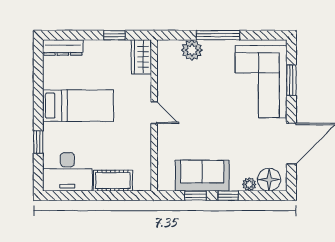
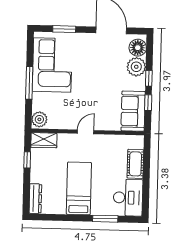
plant: (192, 50) -> (39, 119), moved
corner sofa: (261, 82) -> (52, 65), moved, turned -90
window: (38, 142) -> (105, 219), width x1.50
sofa: (202, 176) -> (133, 111), moved
plant: (249, 184) -> (136, 67), width x1.87, depth x1.87

